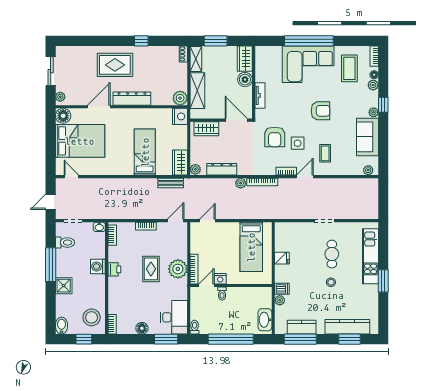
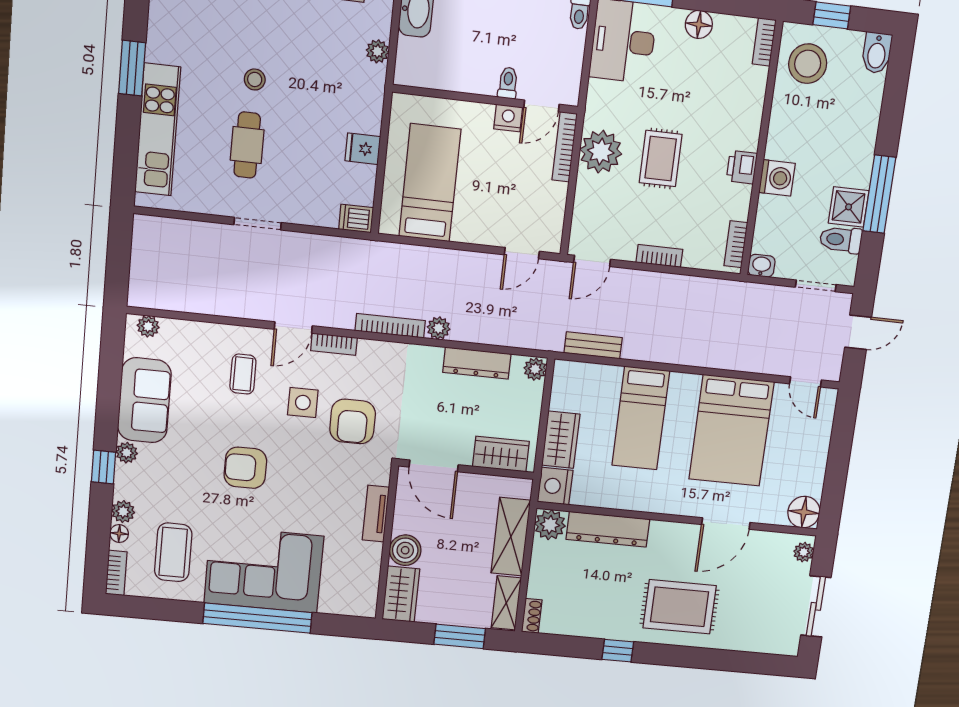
dresser: (132, 99) -> (608, 529), moved
armchair: (275, 137) -> (353, 421), turned 180
bed: (80, 141) -> (731, 431), moved, turned -90
wardrobe: (180, 162) -> (561, 440), moved
shower: (64, 286) -> (849, 207), moved
dishwasher: (282, 289) -> (356, 218), moved

